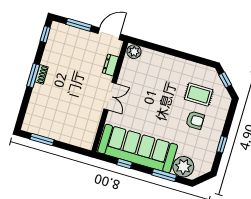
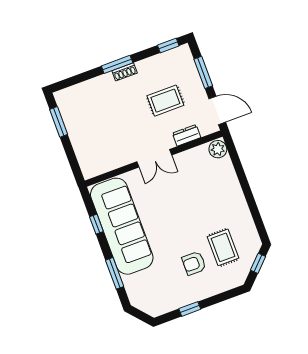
rug: (79, 62) -> (165, 101), added
armchair: (195, 120) -> (194, 263), turned 90
plant: (183, 167) -> (138, 286), removed

